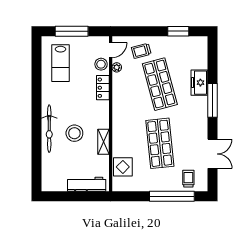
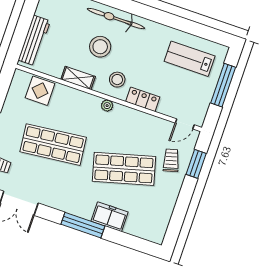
window: (178, 31) -> (196, 164), moved
door: (111, 50) -> (185, 124), hinge flipped
stool: (101, 64) -> (117, 80), moved
plant: (117, 67) -> (107, 106), moved

